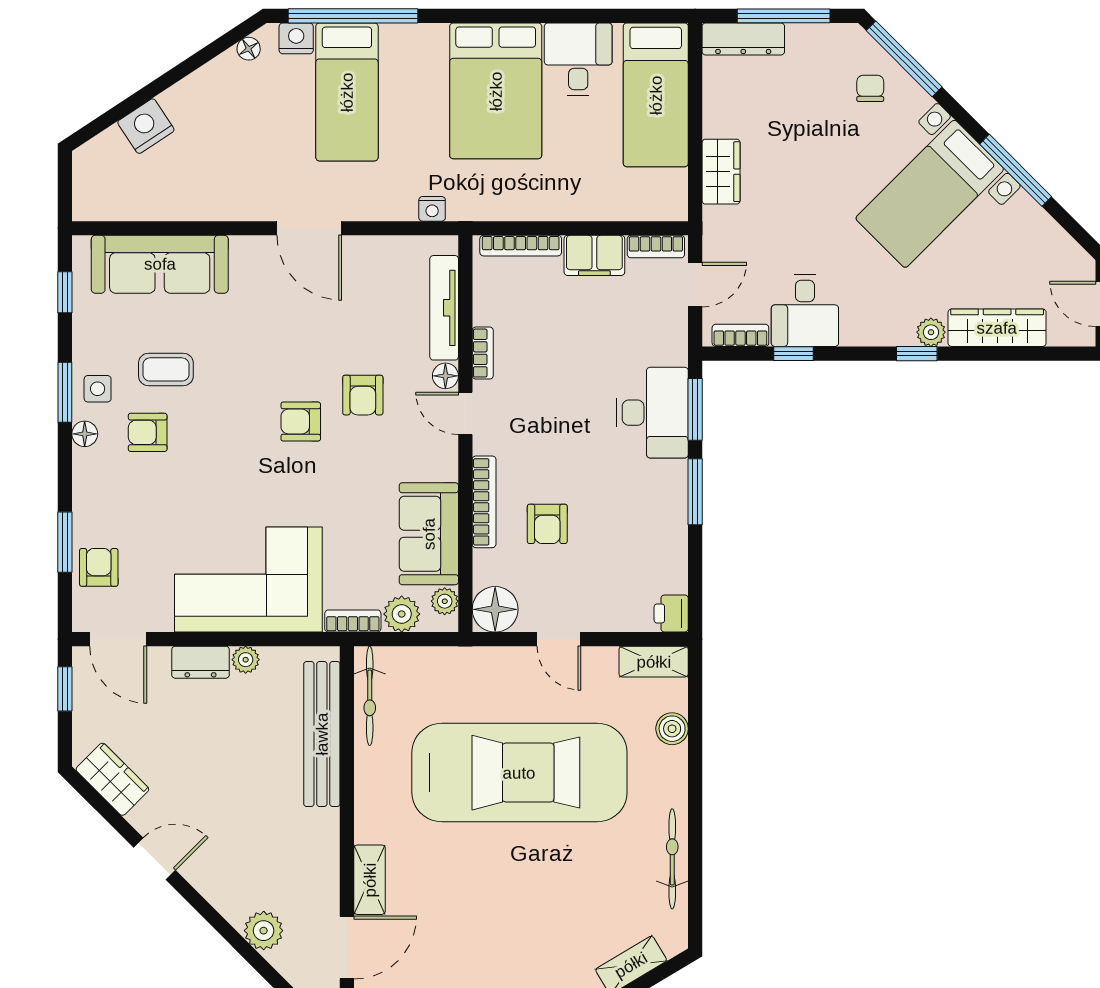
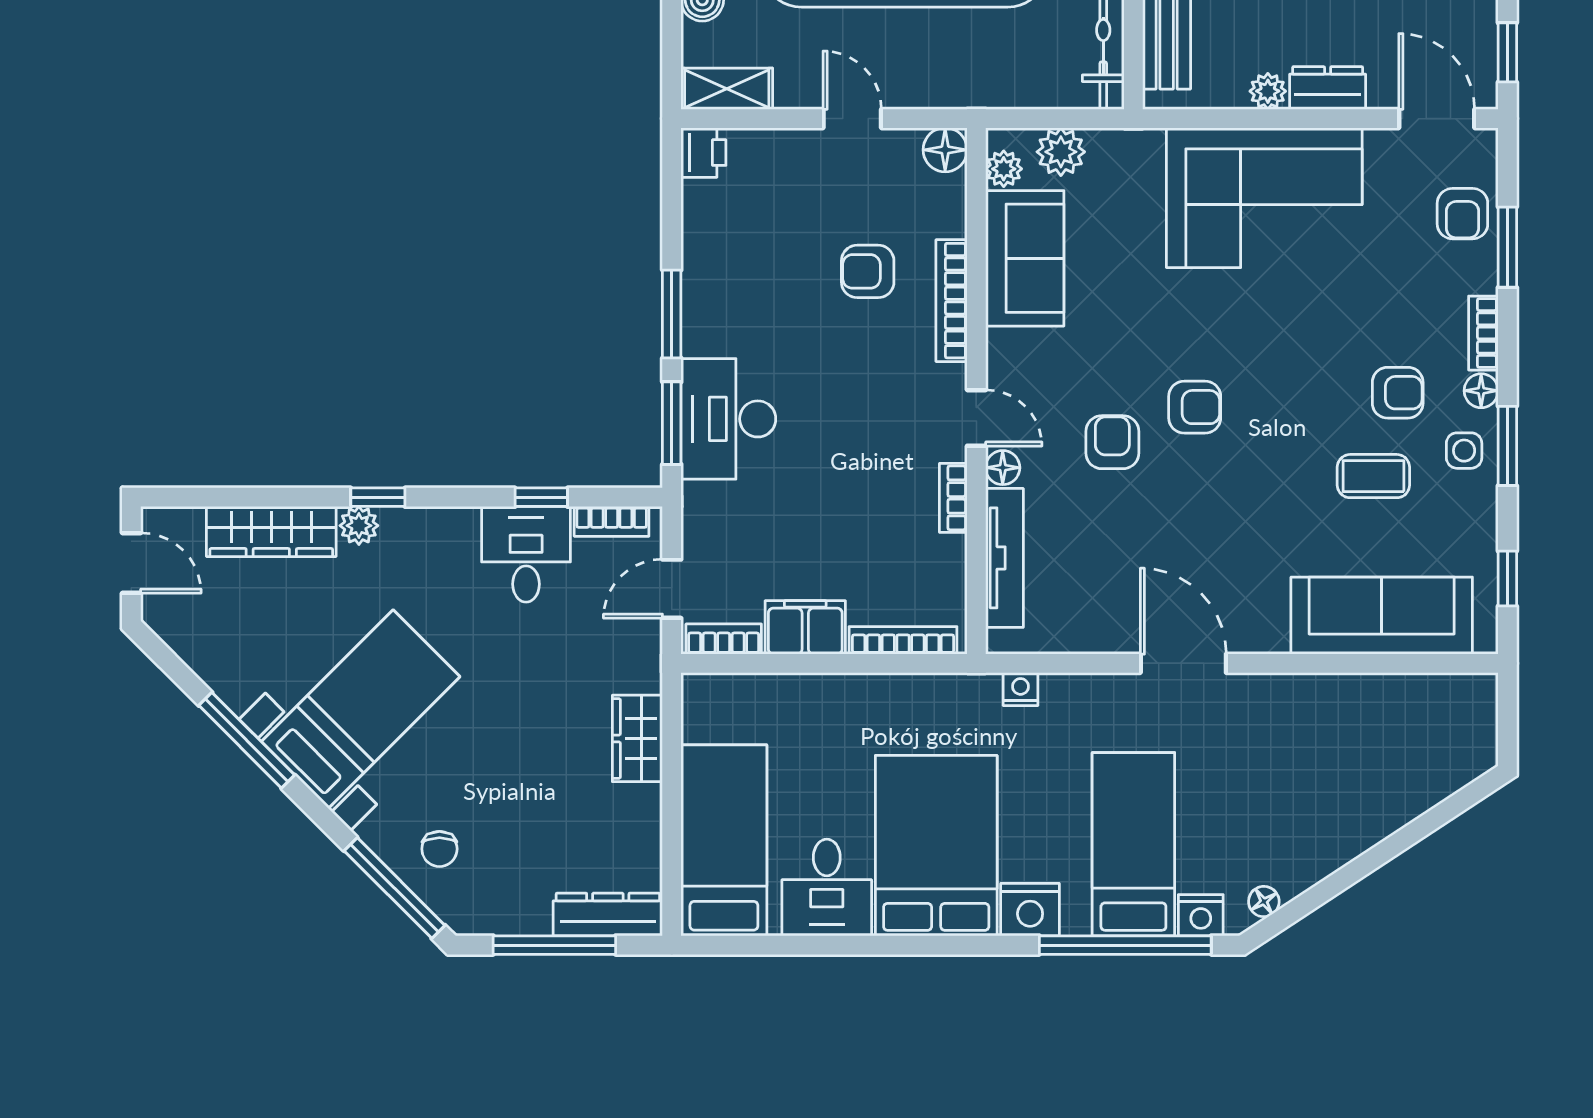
nightstand: (146, 126) -> (1030, 910), moved, turned 33
armchair: (547, 524) -> (868, 271), turned -90
floor lamp: (495, 609) -> (945, 150), width x0.73, depth x0.73
bookcase: (353, 621) -> (1483, 333), moved, turned 90

